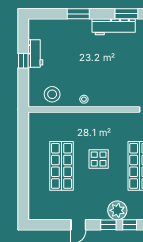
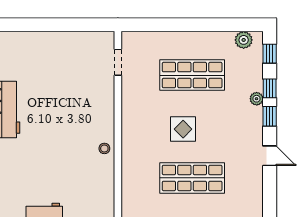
stool: (52, 94) -> (98, 190), removed
plant: (117, 210) -> (257, 99), width x0.53, depth x0.53

